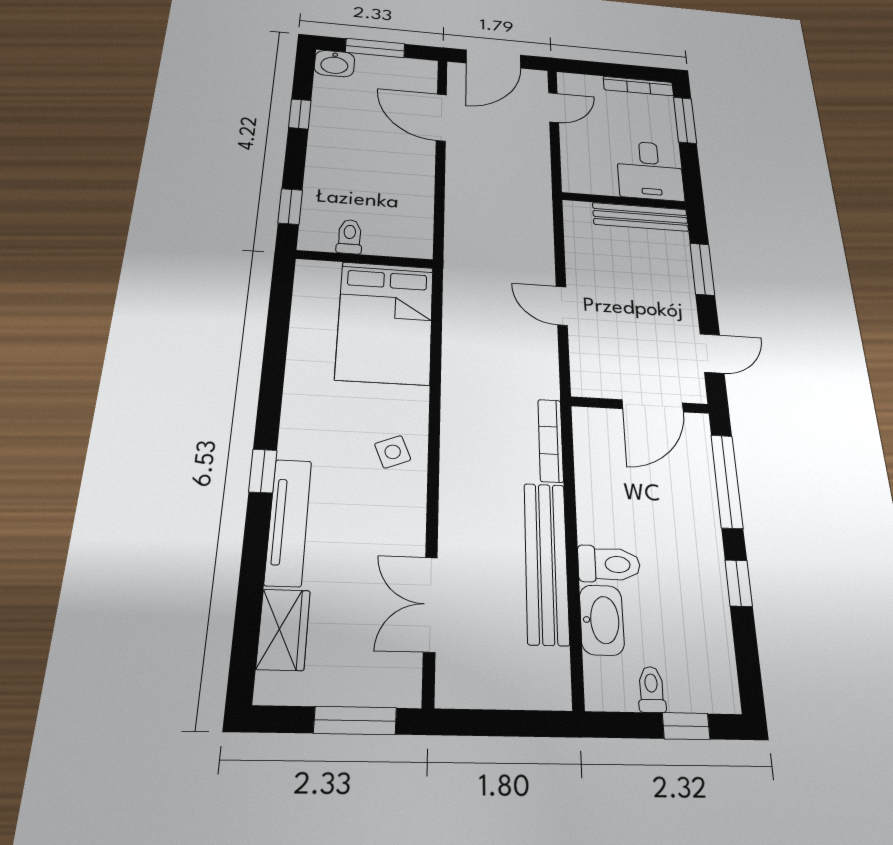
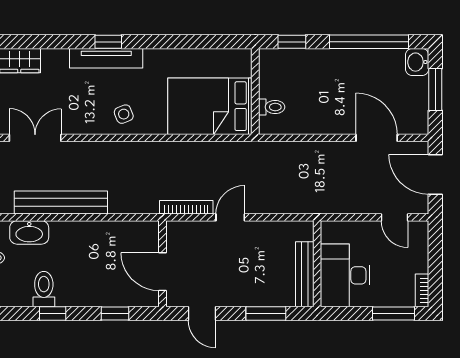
bookcase: (638, 86) -> (422, 290), width x0.64
window: (300, 114) -> (369, 42), width x3.17
door: (441, 117) -> (377, 138), hinge flipped
desk: (650, 170) -> (345, 275), width x1.37
toilet: (350, 237) -> (272, 107), moved
bookcase: (551, 440) -> (186, 207), moved
window: (727, 481) -> (115, 313), width x0.46
tv unit: (288, 522) -> (106, 58), moved
toilet: (609, 564) -> (44, 289), moved, turned 180

